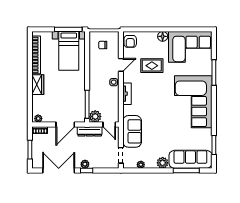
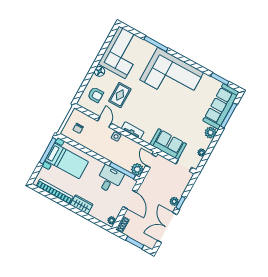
armchair: (130, 41) -> (96, 95), moved
desk: (73, 97) -> (110, 179), added
door: (109, 124) -> (151, 161), swing flipped
dresser: (90, 131) -> (148, 181), removed

